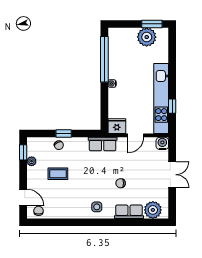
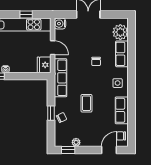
row of seats: (103, 144) -> (61, 78), width x1.48
coffee table: (58, 174) -> (86, 103), moved
row of seats: (67, 211) -> (122, 110), added

